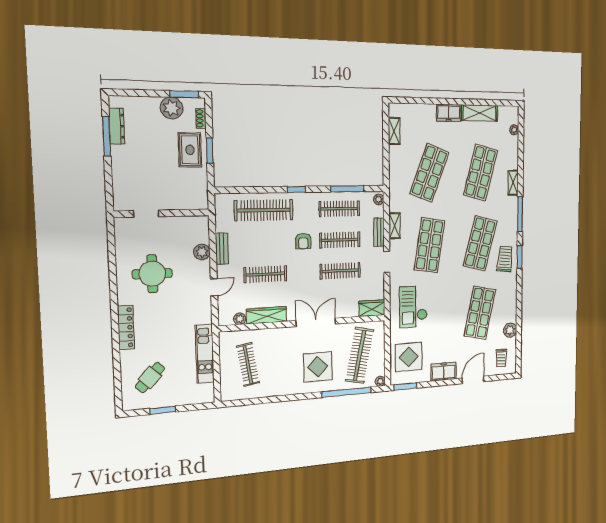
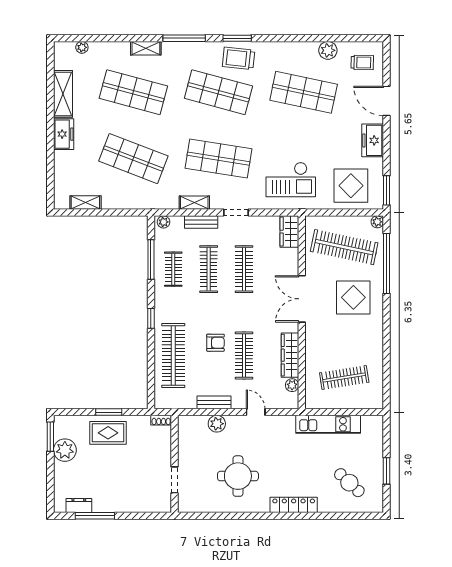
shoe rack: (201, 118) -> (161, 420), moved
dresser: (117, 126) -> (79, 505), width x0.70
clothes rail: (339, 209) -> (173, 269), width x0.73
armchair: (303, 241) -> (215, 343), moved

